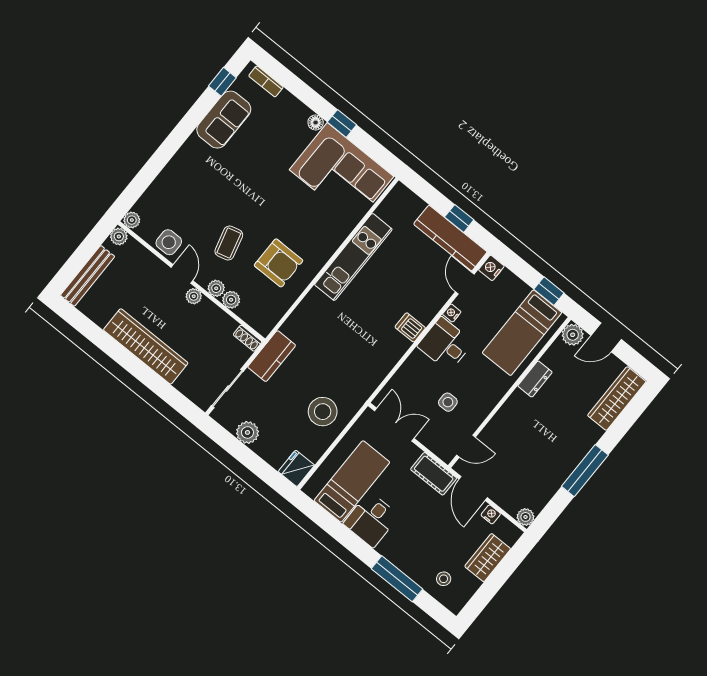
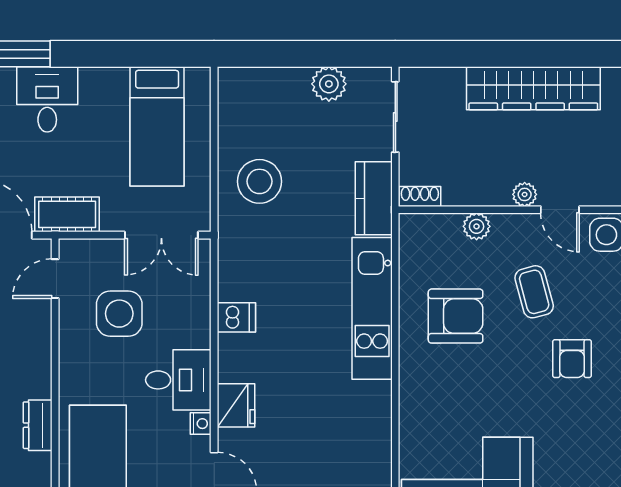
armchair: (237, 194) -> (572, 359), added
kitchen unit: (353, 257) -> (372, 308), moved
armchair: (279, 263) -> (456, 316), turned 180
plant: (216, 288) -> (505, 226), removed
dishwasher: (410, 327) -> (236, 317), moved
side table: (448, 402) -> (119, 314), width x1.87, depth x1.87
fridge: (296, 468) -> (236, 405), moved
desk: (371, 520) -> (47, 99), moved

